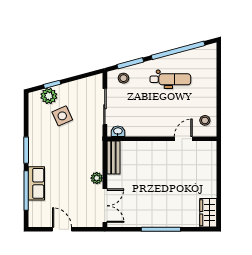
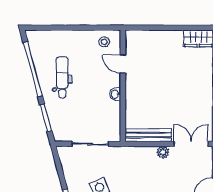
stool: (123, 78) -> (61, 125), removed
washbasin: (118, 131) -> (115, 94), moved
bench: (113, 158) -> (148, 135), width x1.36

